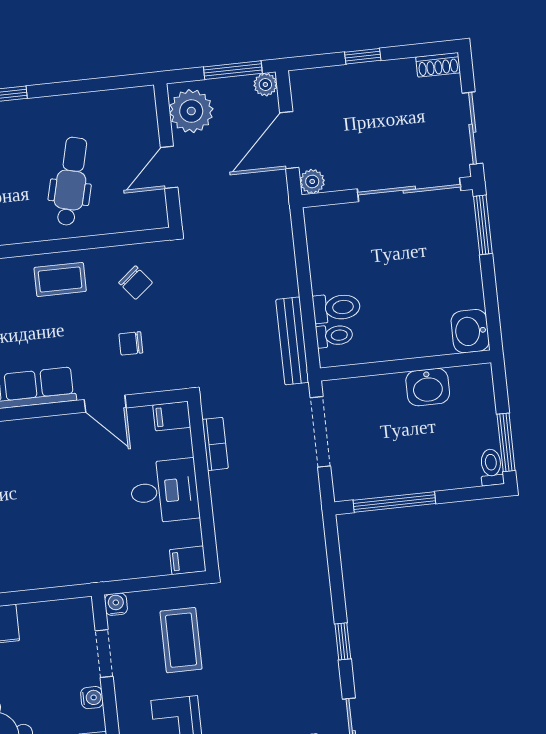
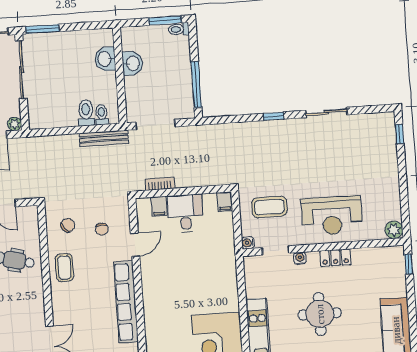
washbasin: (470, 331) -> (105, 59), moved, turned 90
filing cabinet: (172, 416) -> (159, 207), moved

